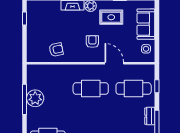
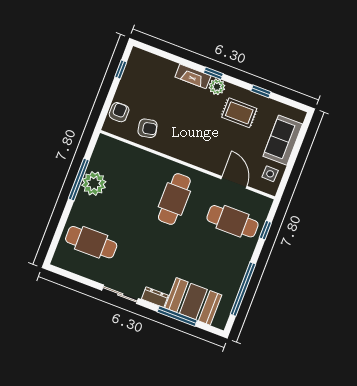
armchair: (92, 42) -> (119, 112), moved
door: (114, 63) -> (234, 182), moved
cafe table: (91, 89) -> (174, 199), turned 90
dresser: (150, 116) -> (240, 267), removed

